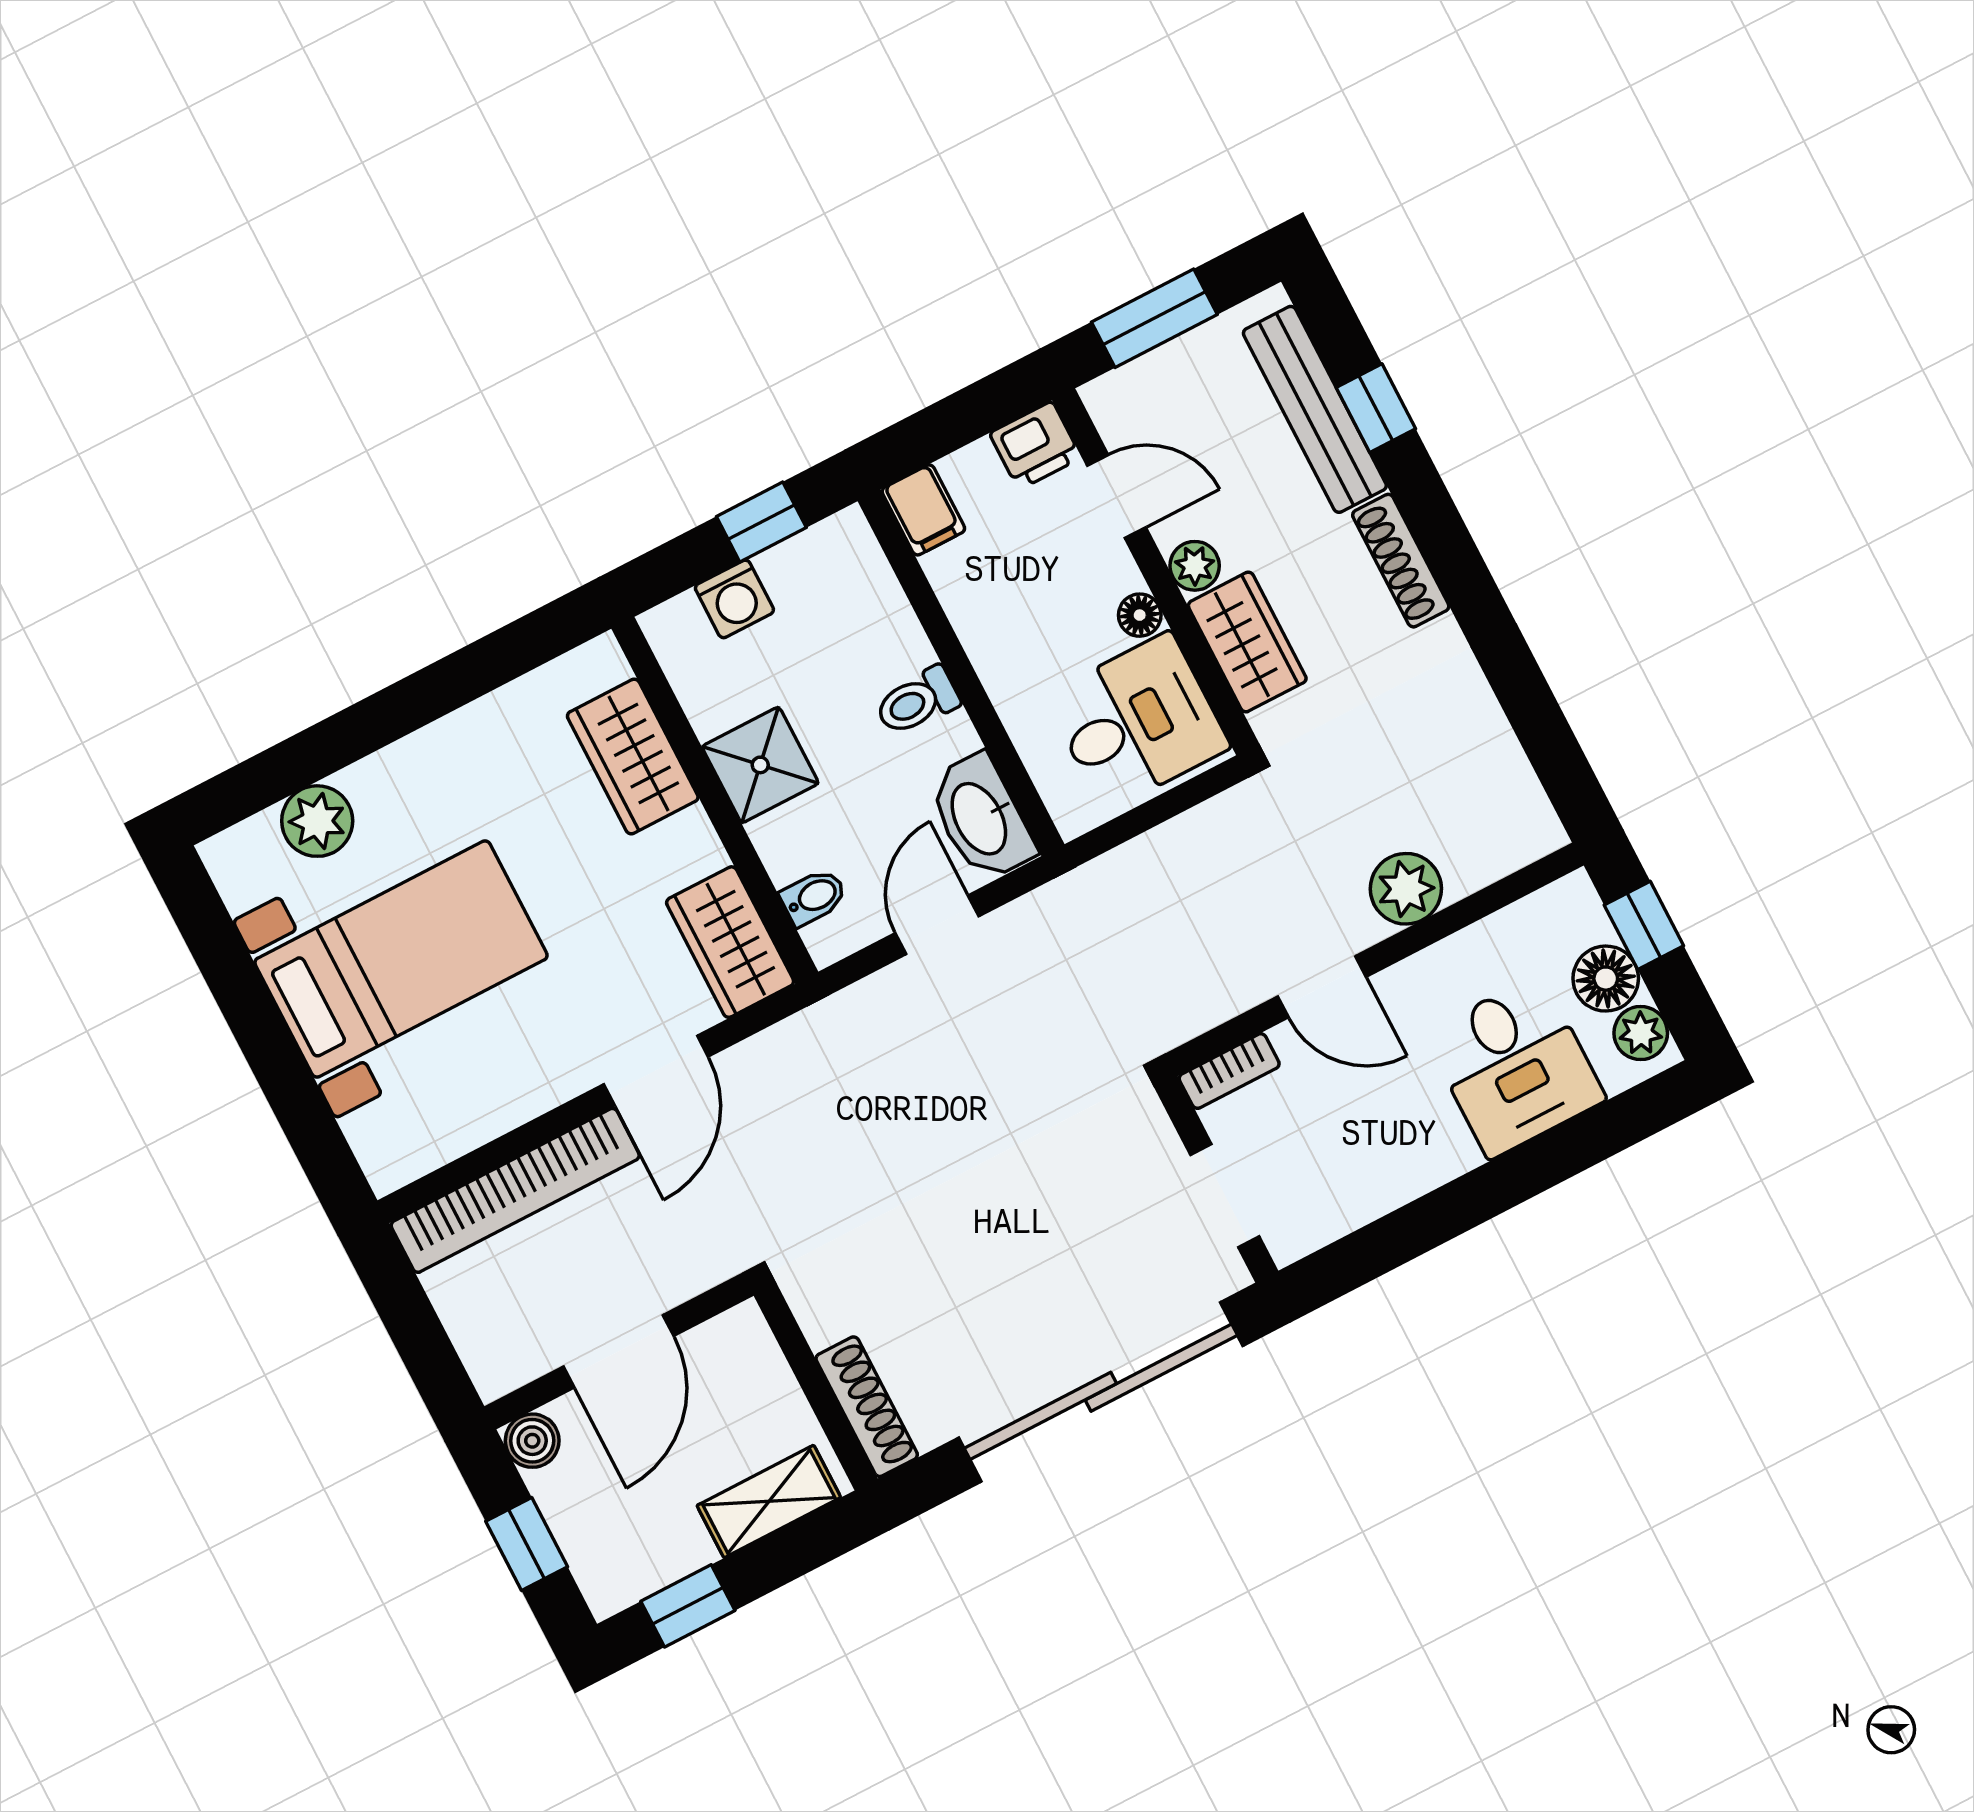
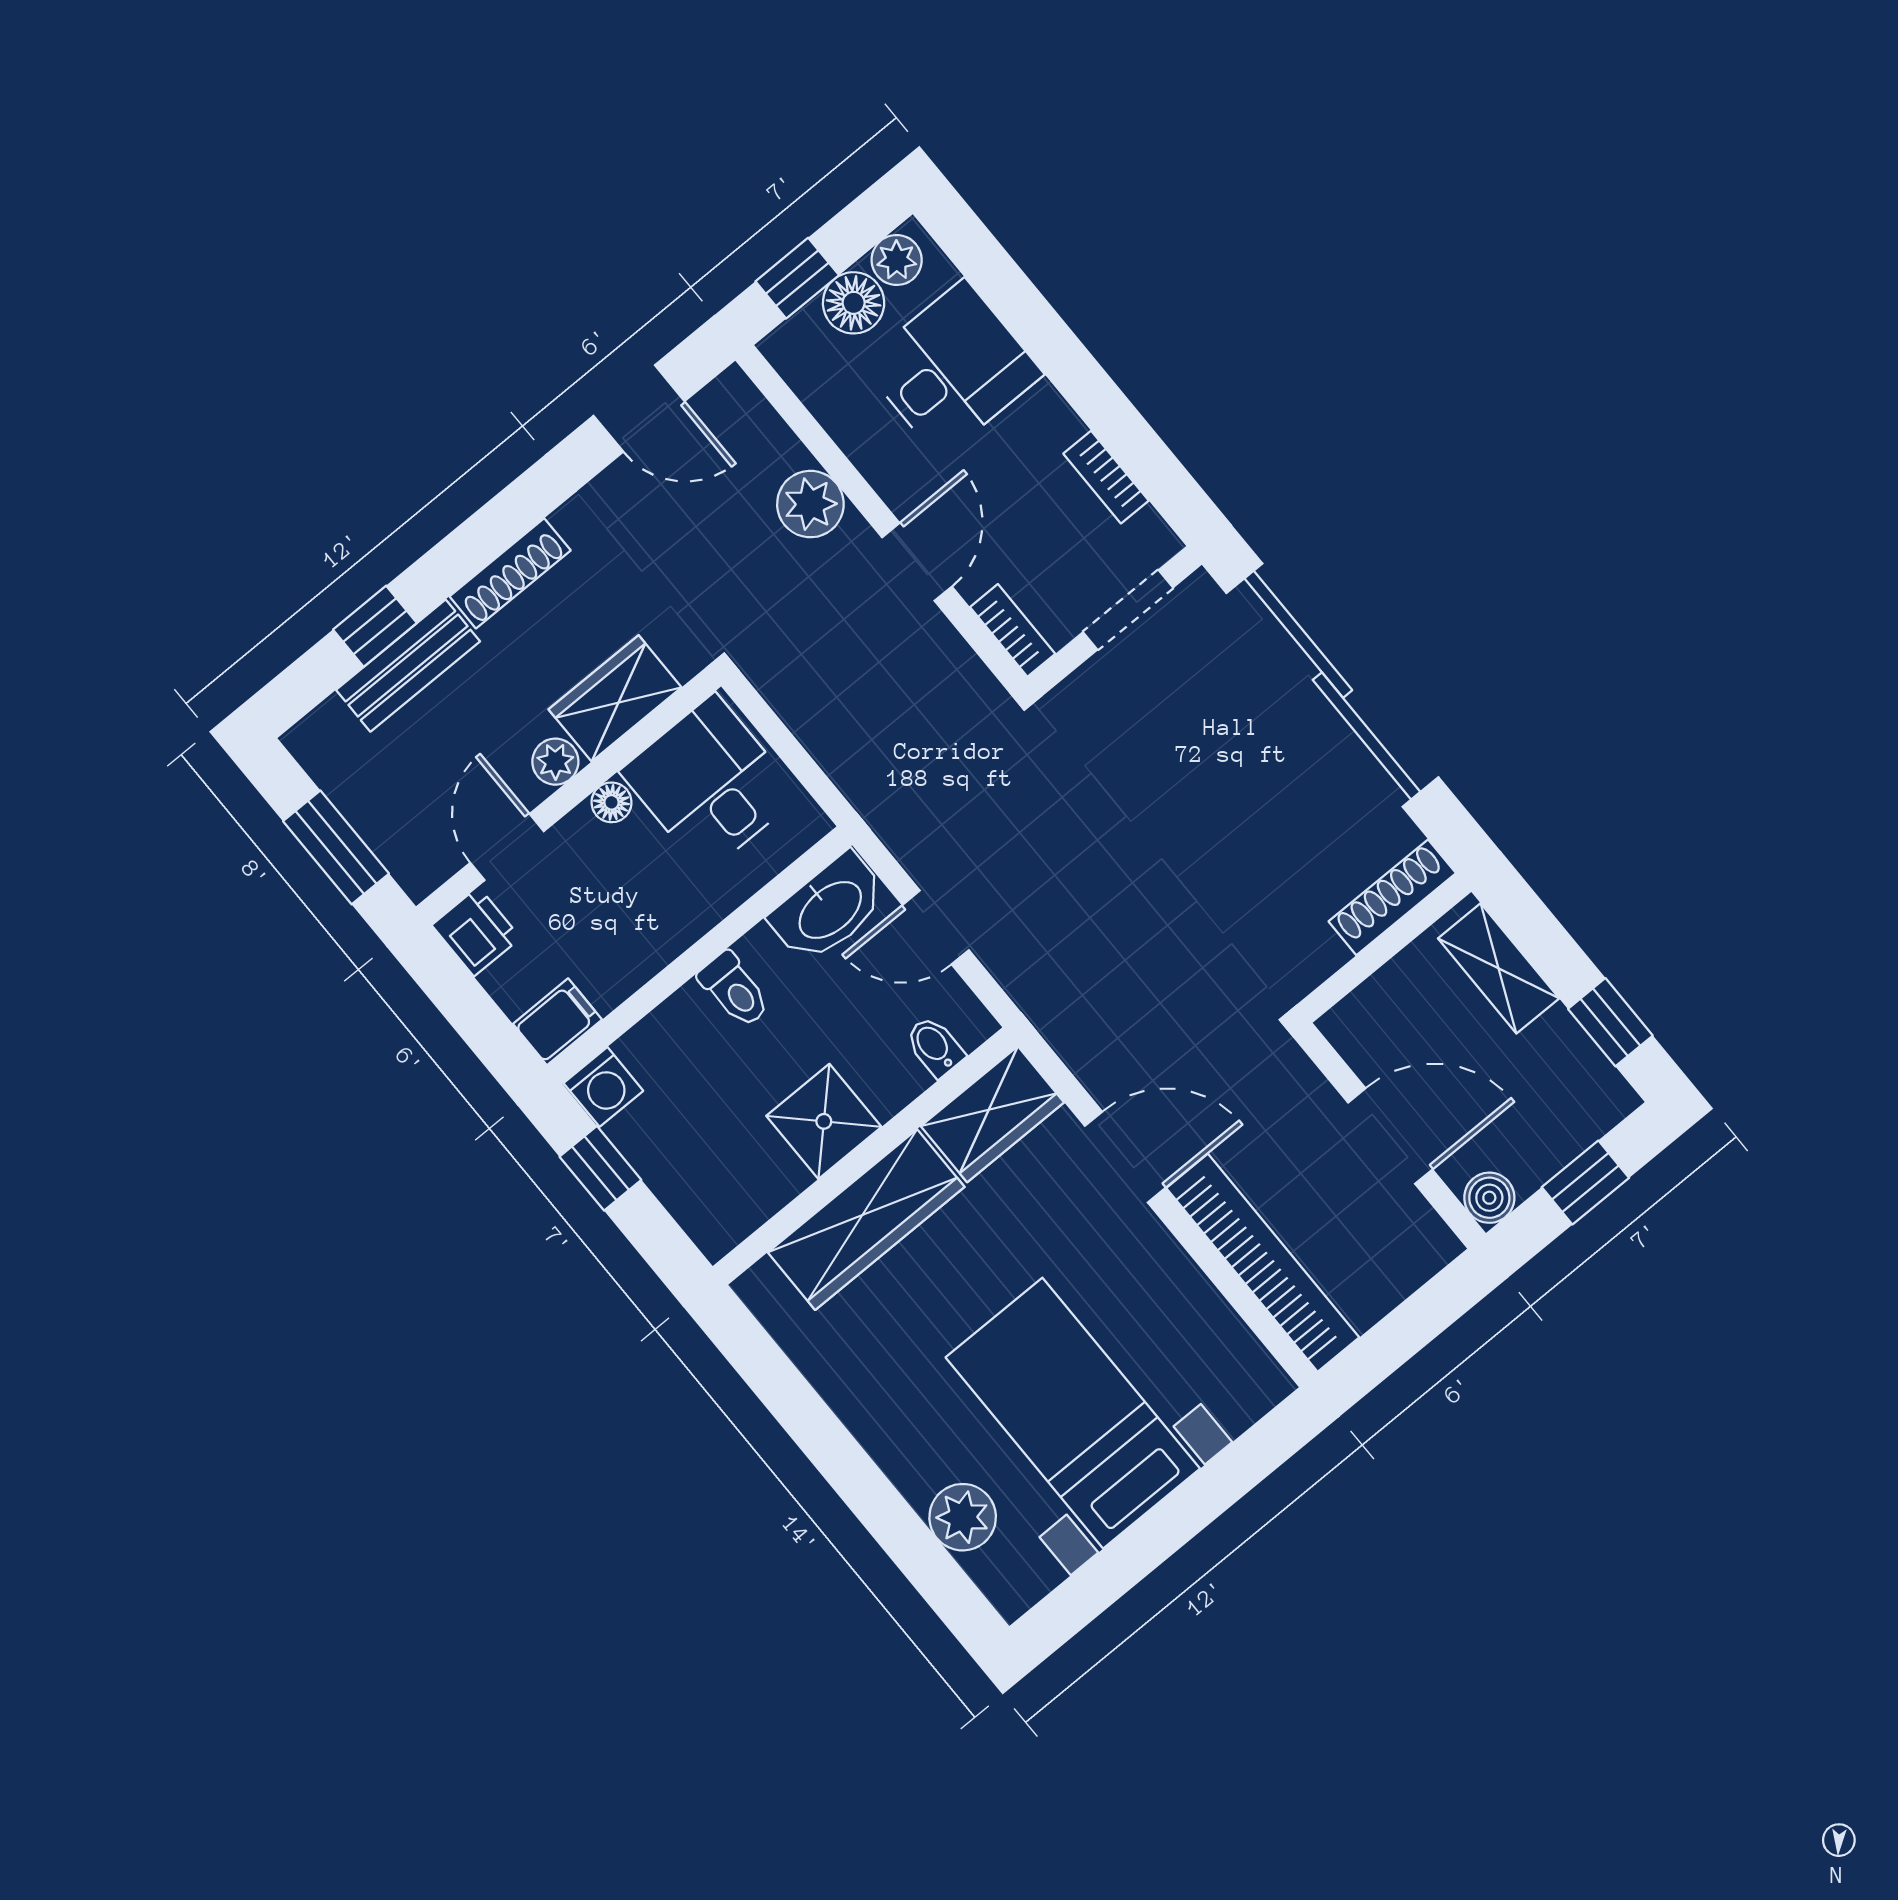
bench: (1315, 409) -> (408, 666), width x0.73
washing machine: (734, 599) -> (603, 1087), moved, turned 90
door: (1544, 732) -> (639, 408), added
wardrobe: (633, 756) -> (866, 1220), width x1.50
bookcase: (1368, 1203) -> (1106, 477), added

